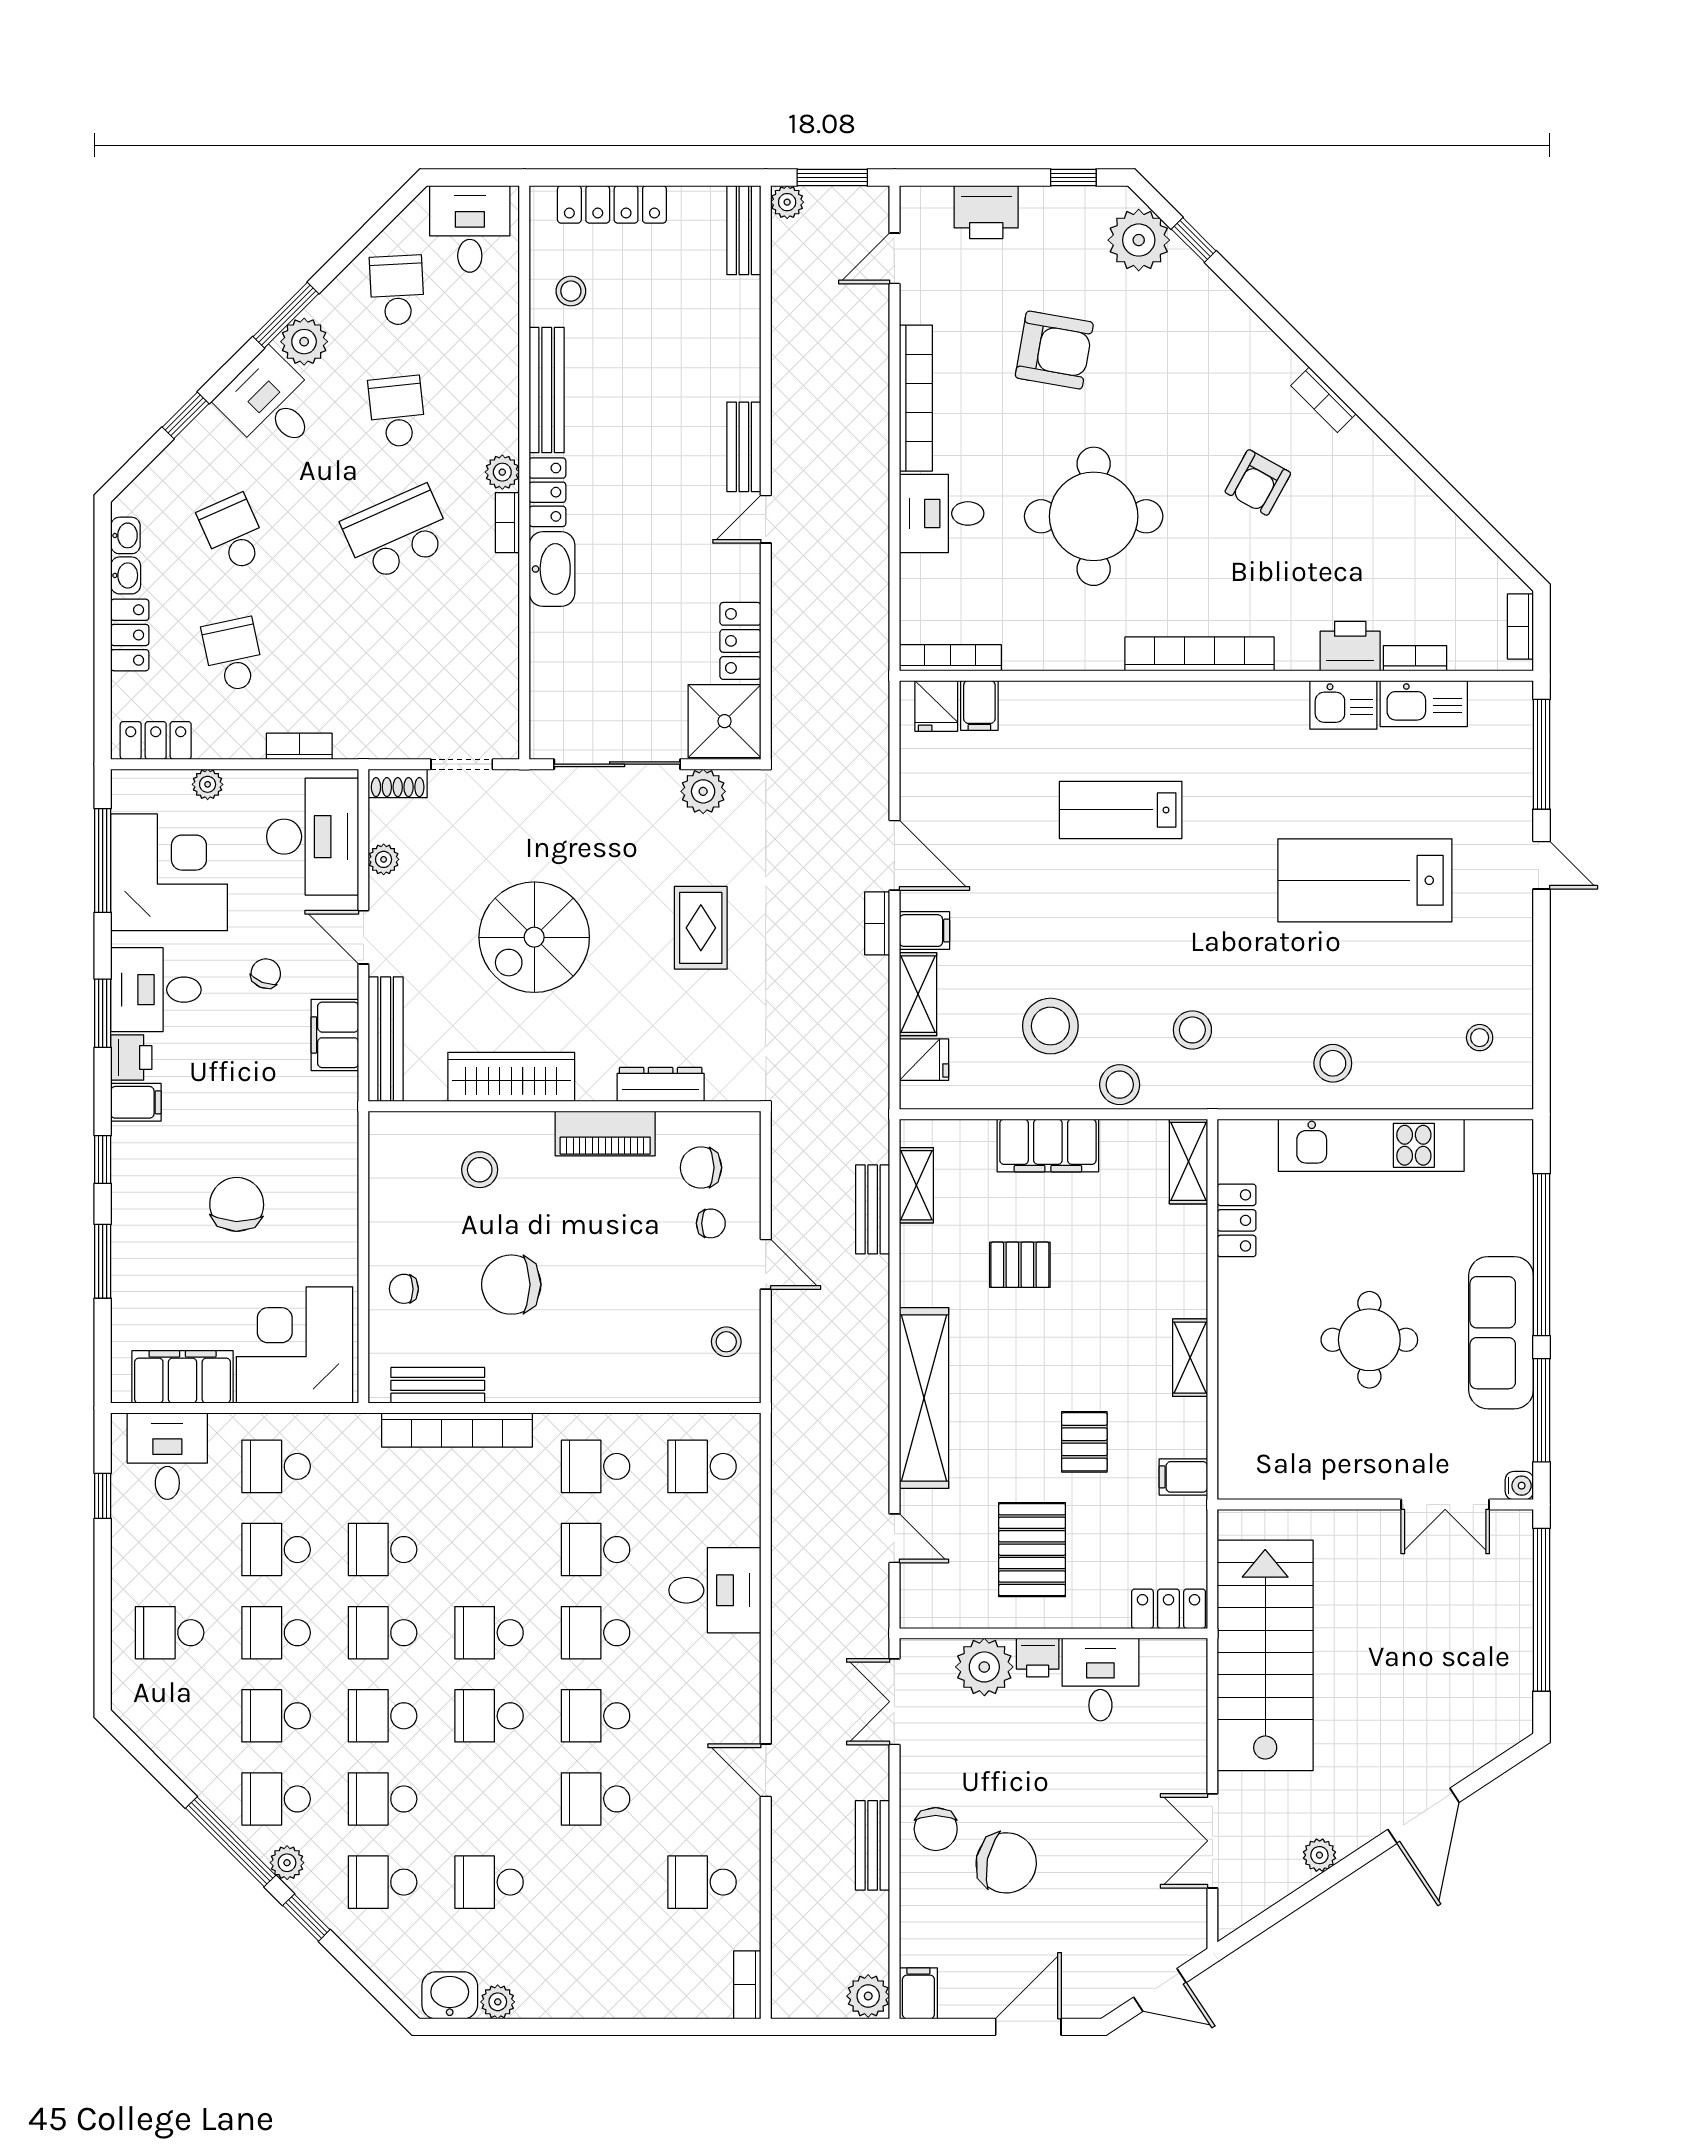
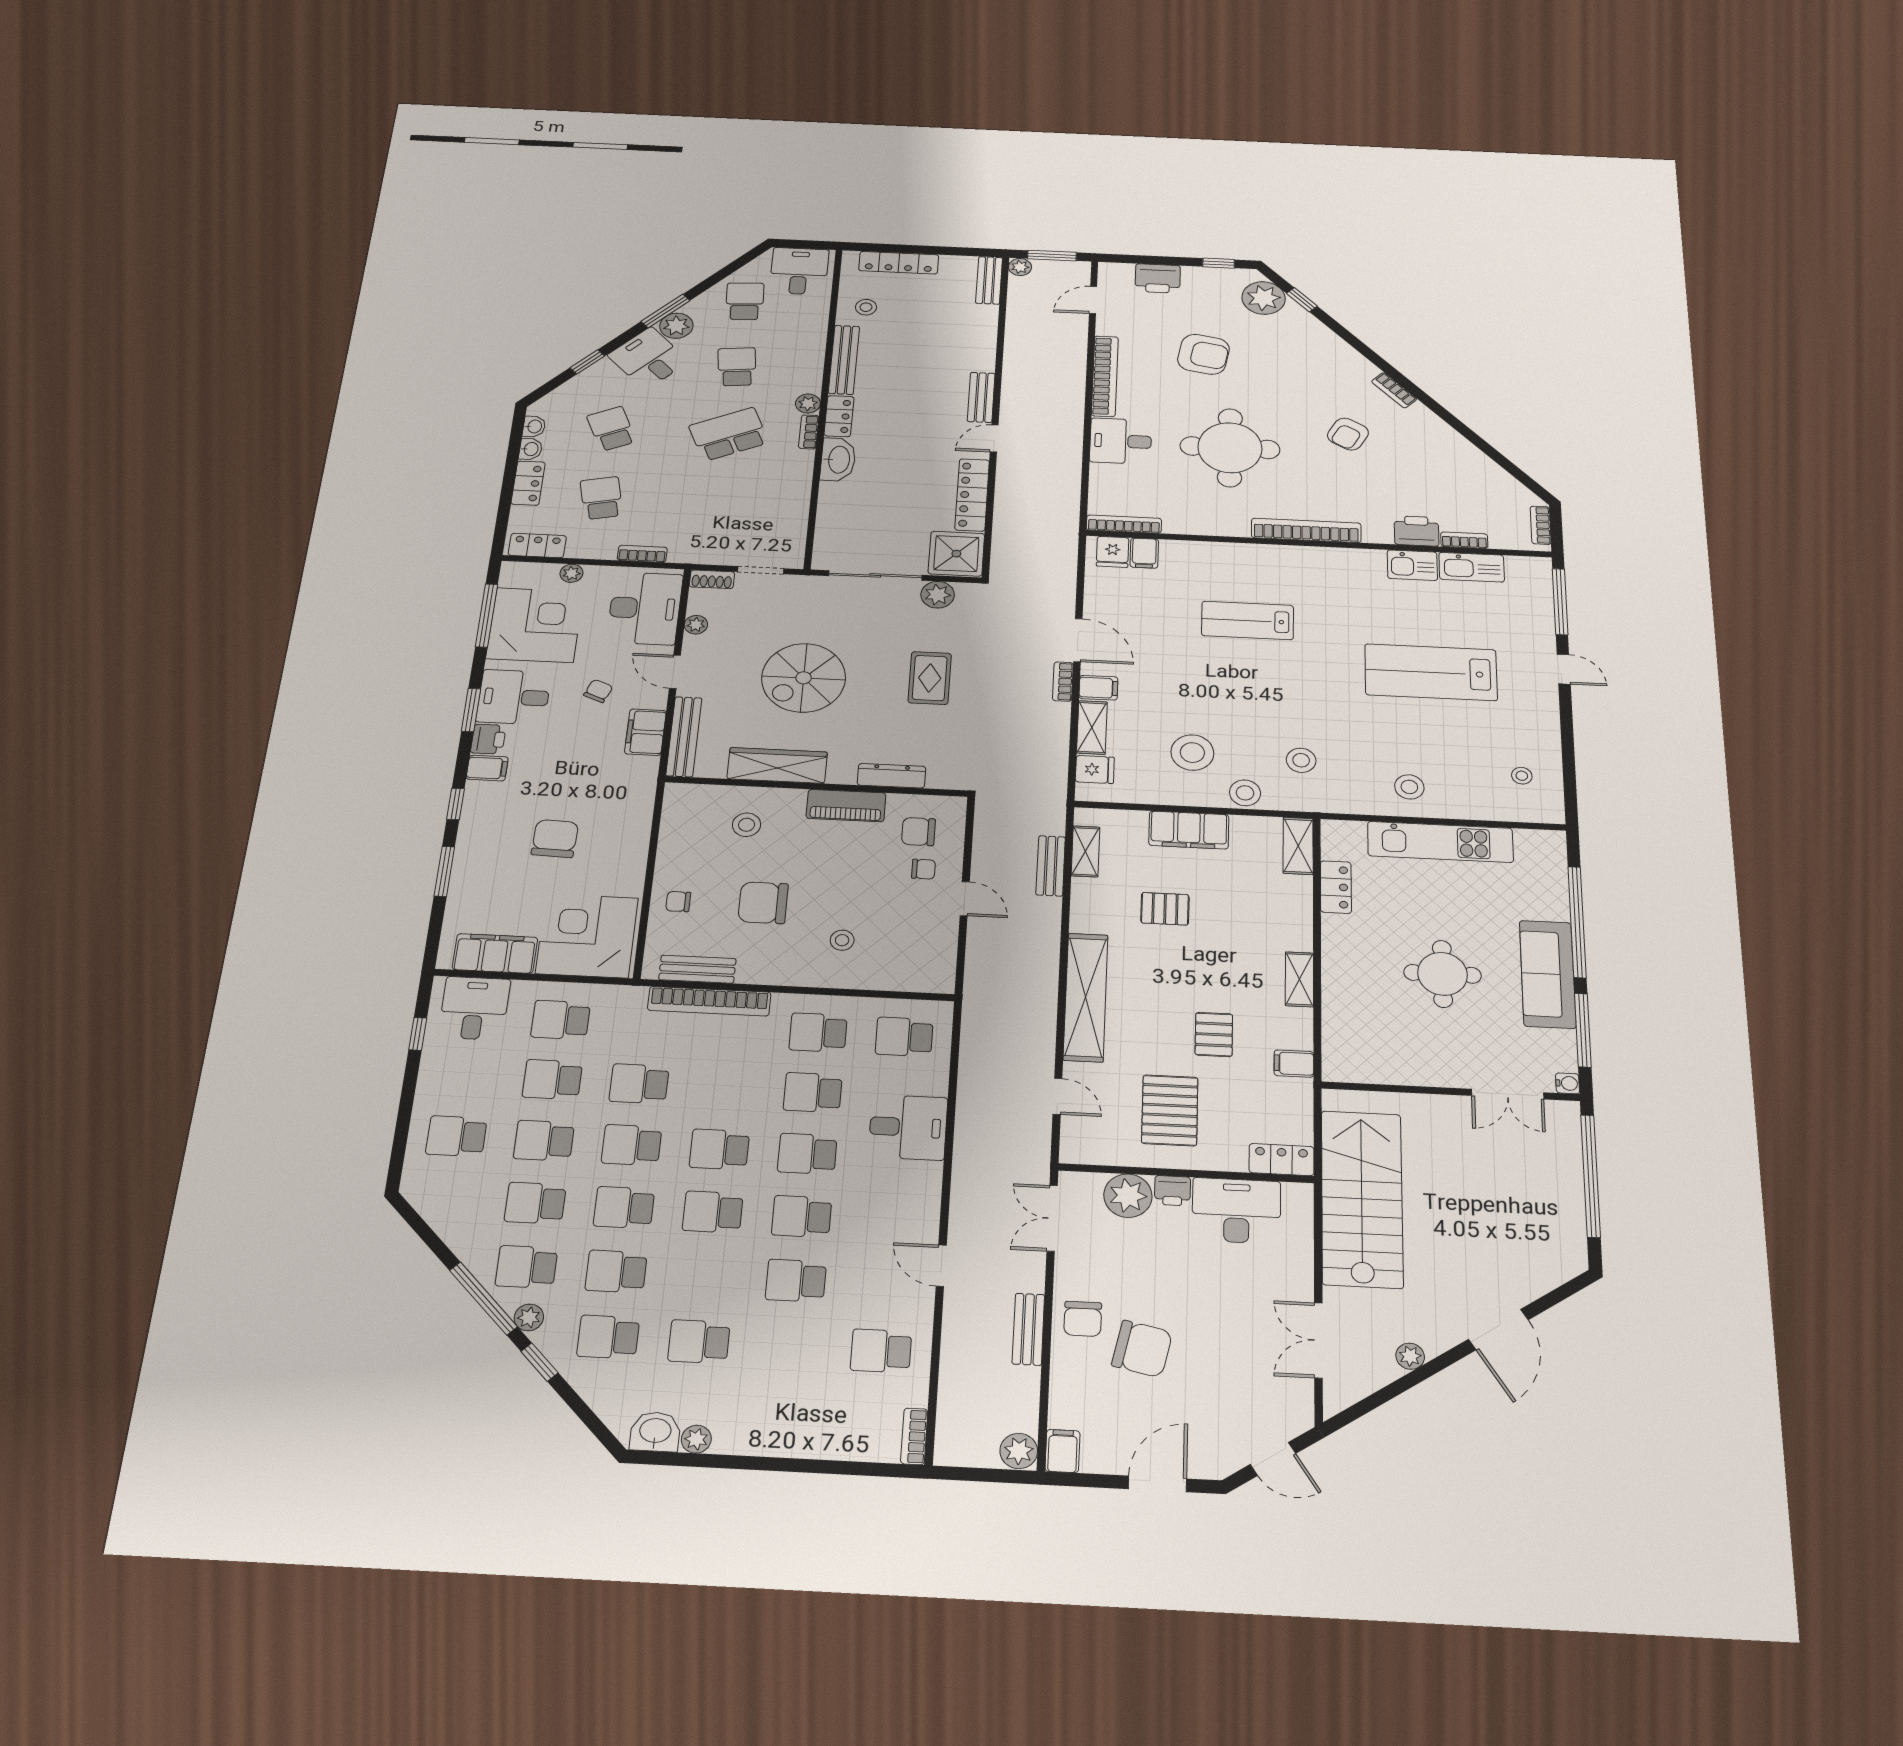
locker: (740, 641) -> (972, 495), width x1.53
stool: (726, 1342) -> (842, 940), moved
desk: (1100, 1680) -> (1236, 1211), width x1.37

